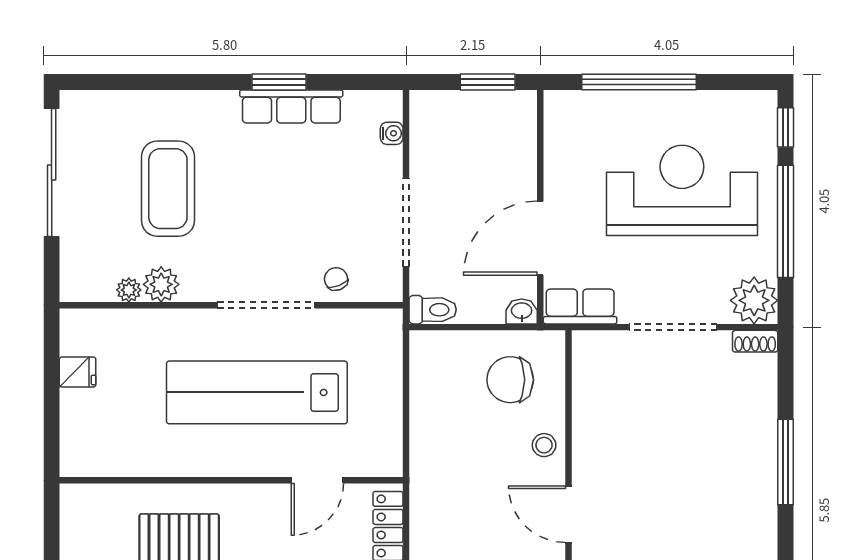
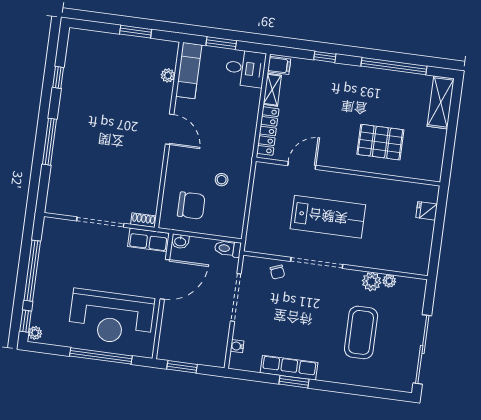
reception desk: (682, 190) -> (111, 317), moved
plant: (754, 300) -> (35, 333), moved, width x0.53, depth x0.53
shoe rack: (755, 341) -> (143, 220), moved
fridge: (78, 372) -> (427, 211), moved
lab bench: (257, 392) -> (328, 217), width x0.73
stool: (544, 445) -> (222, 180), moved

